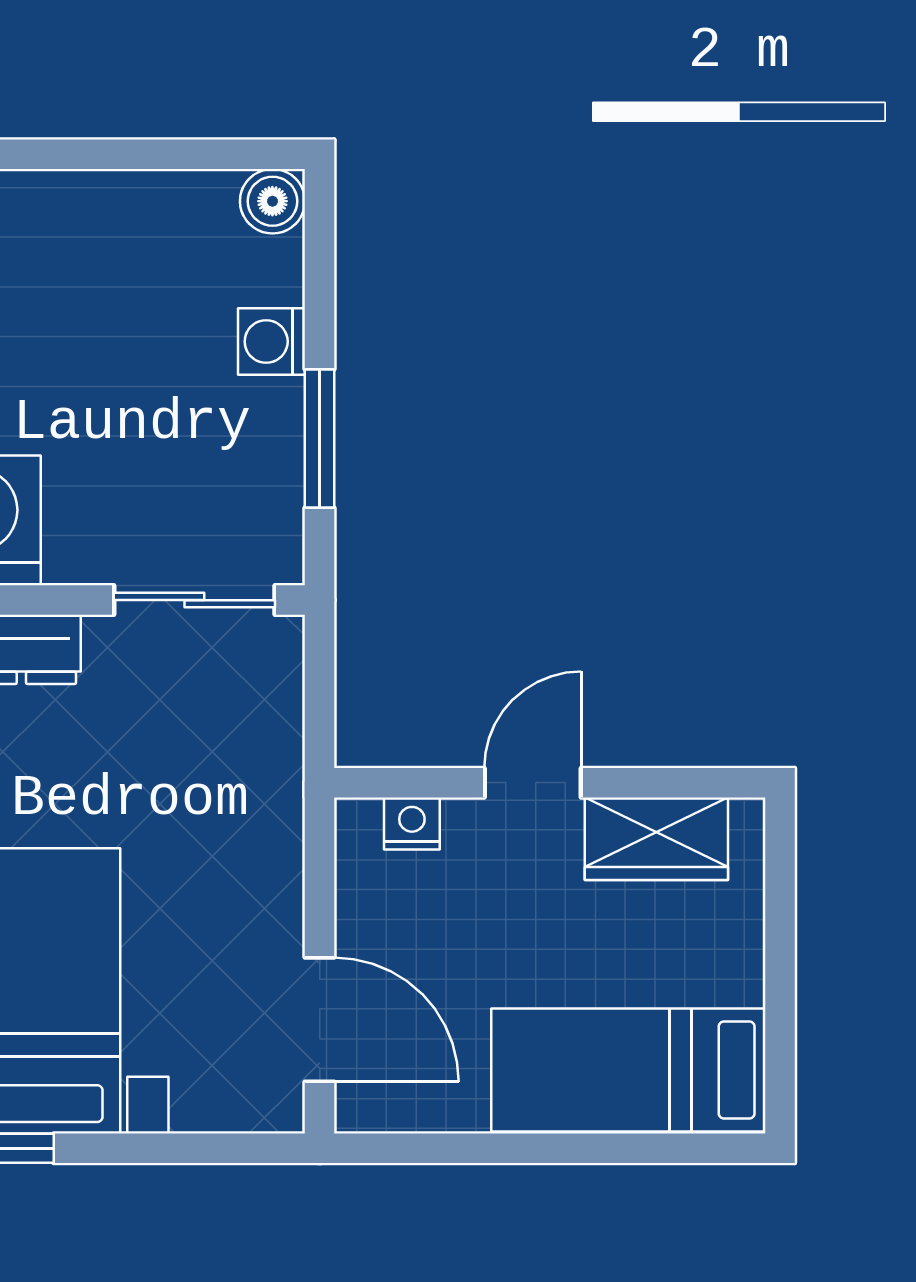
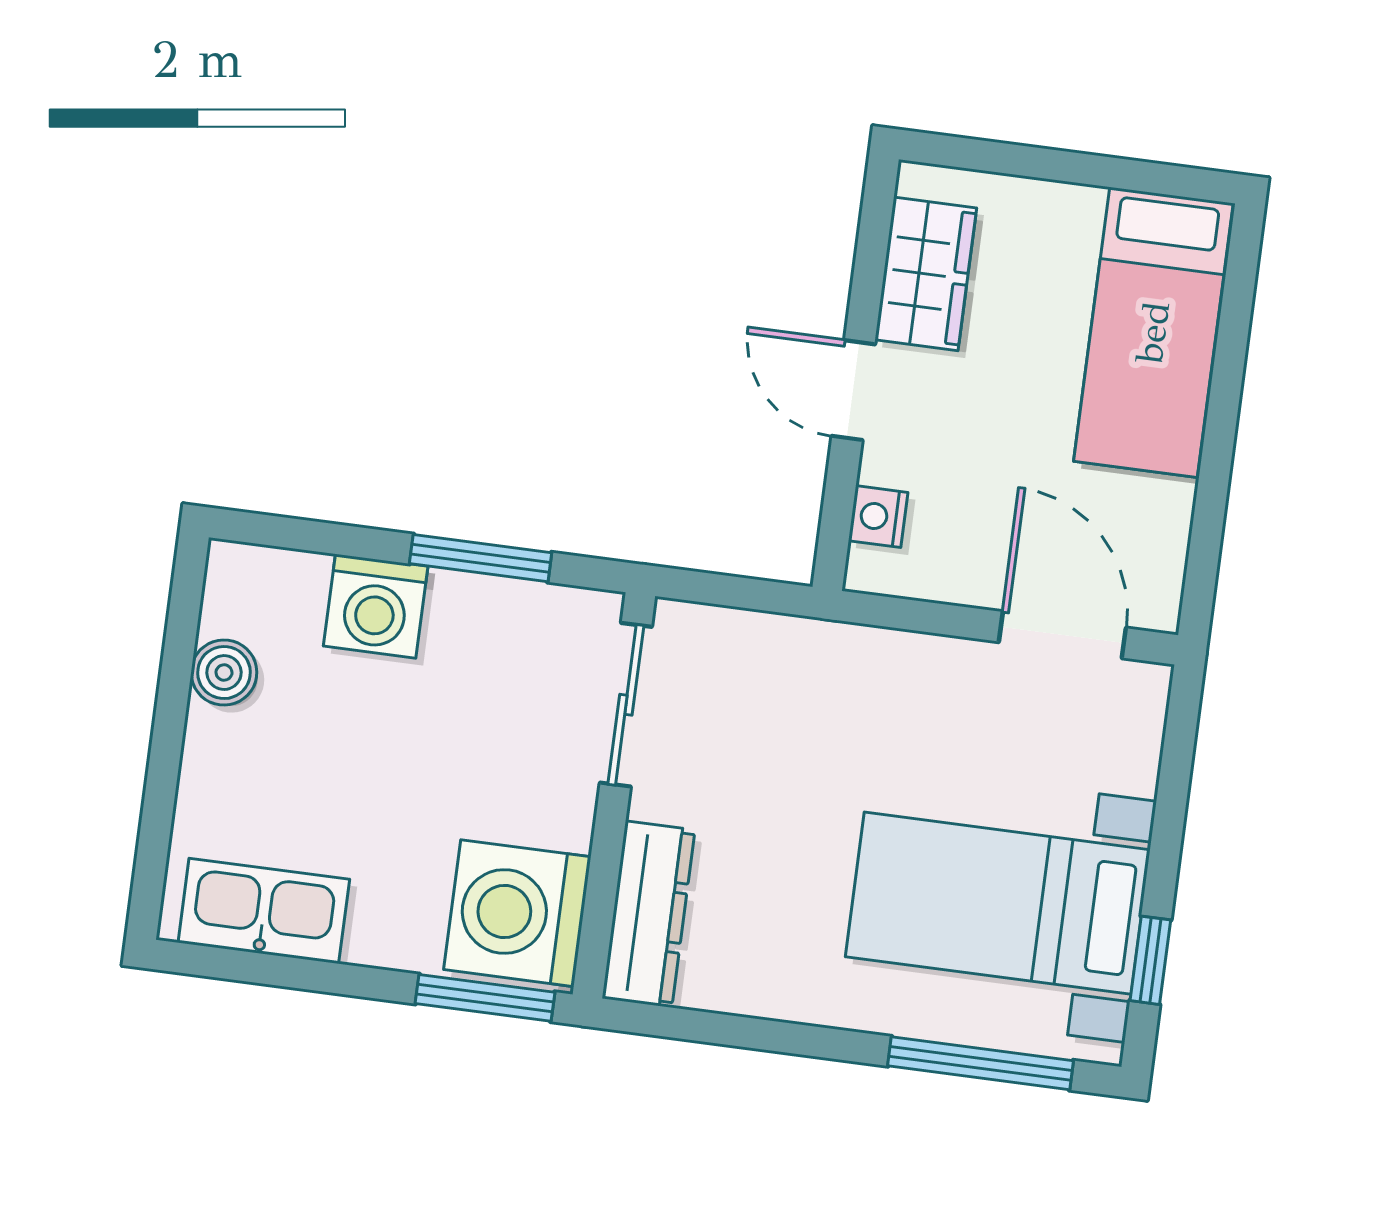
boiler: (272, 201) -> (224, 673), moved
washing machine: (271, 342) -> (376, 606), width x1.38, depth x1.38
door: (320, 1020) -> (1062, 635), hinge flipped

